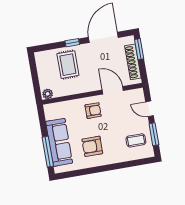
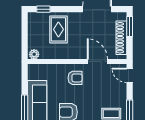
window: (72, 43) -> (43, 9), moved
door: (150, 109) -> (130, 75), moved

